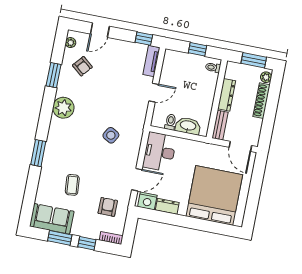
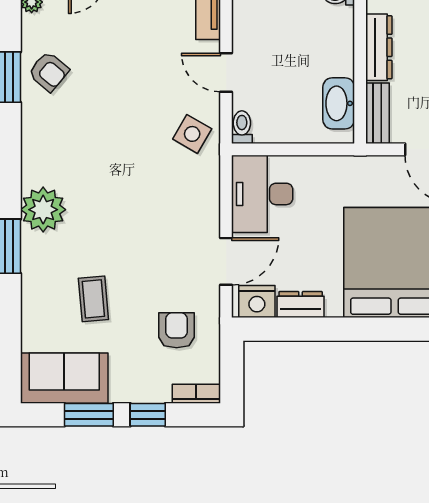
armchair: (82, 66) -> (49, 72), moved
door: (154, 93) -> (226, 73), swing flipped
plant: (63, 108) -> (43, 210), moved
toilet: (170, 122) -> (242, 127), moved
washbasin: (188, 126) -> (339, 103), moved, turned -90
side table: (111, 135) -> (192, 134), moved

